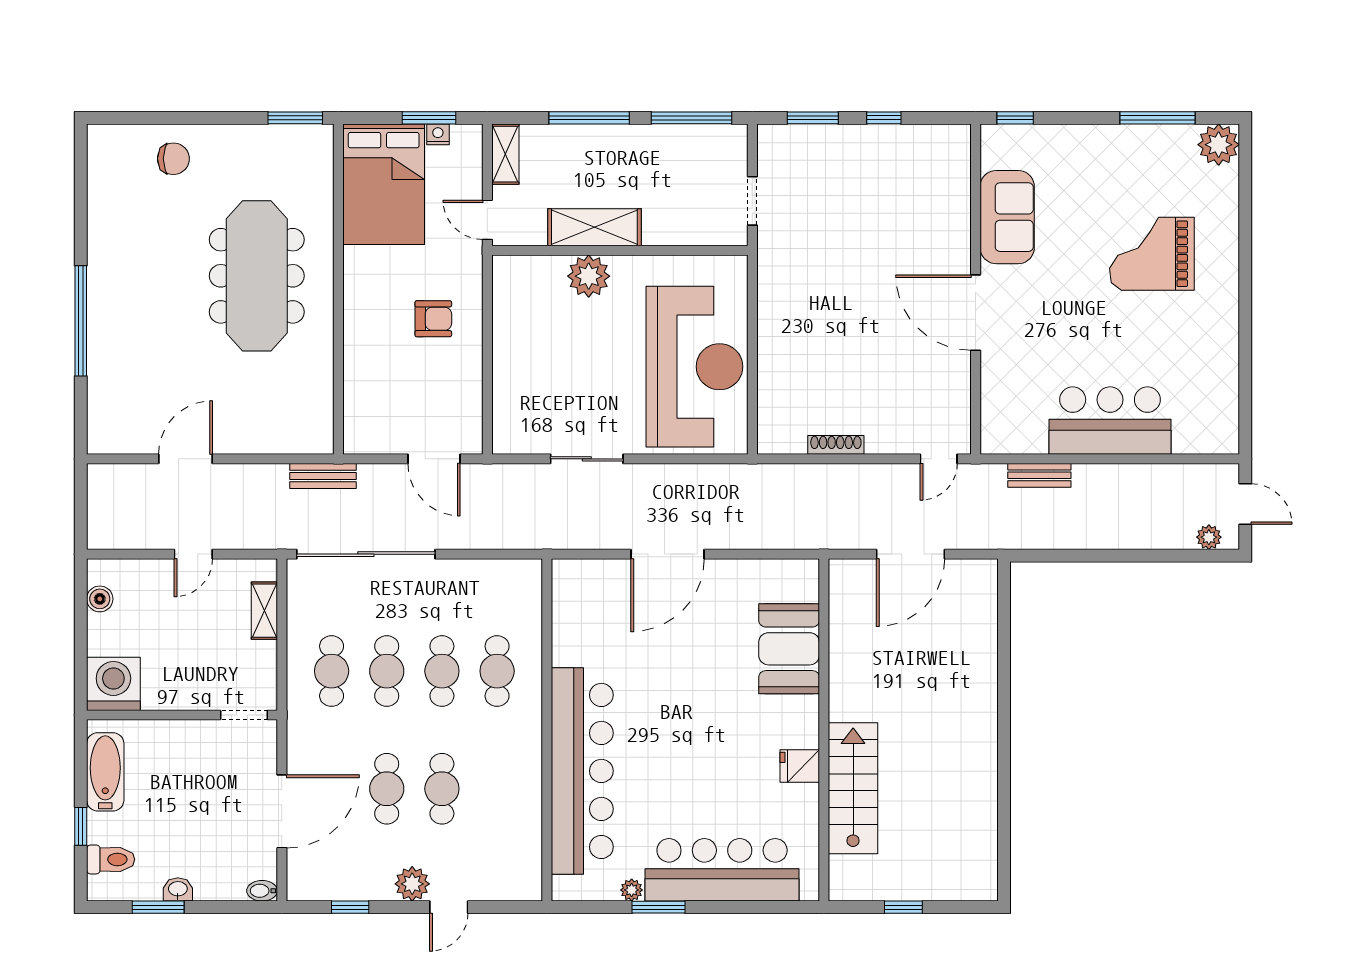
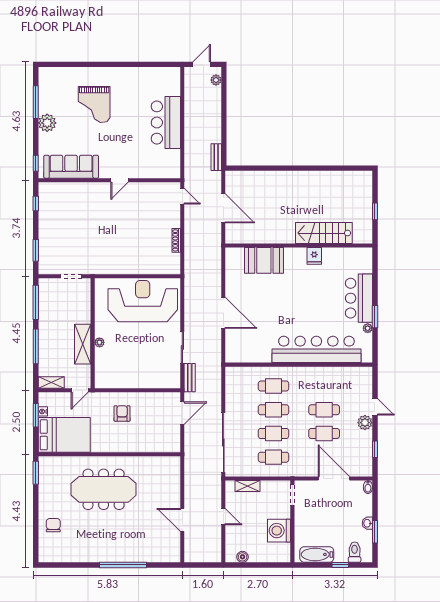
window: (884, 118) -> (36, 203), moved
plant: (1219, 145) -> (47, 123), moved
sofa: (1007, 217) -> (71, 167), width x1.36
plant: (589, 276) -> (99, 342), width x0.53, depth x0.53
door: (976, 313) -> (119, 180), width x0.53
bench: (1039, 475) -> (216, 157), moved
bench: (323, 476) -> (190, 378), moved
washing machine: (113, 684) -> (279, 531), moved
bar counter: (722, 870) -> (359, 298), width x0.73

